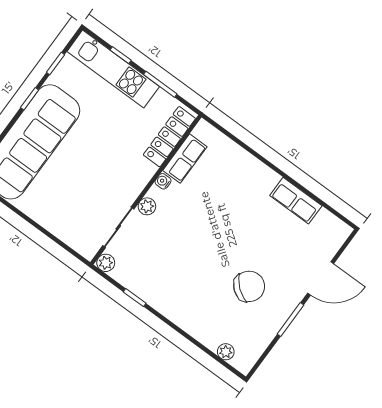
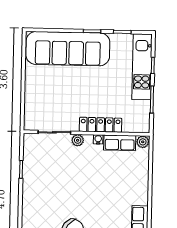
locker: (169, 137) -> (101, 125), moved
plant: (106, 263) -> (143, 142), moved

